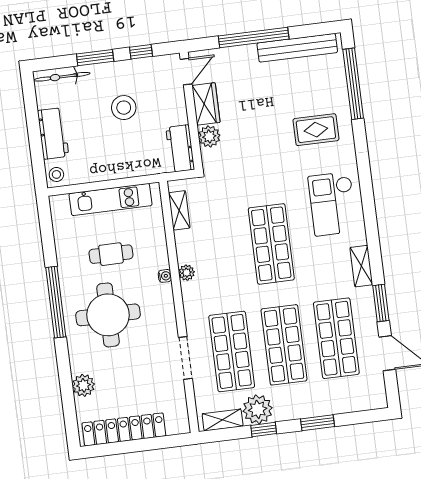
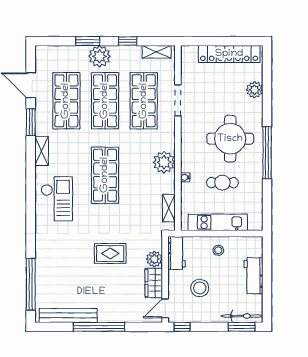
window: (95, 58) -> (242, 327), moved
door: (186, 72) -> (165, 308), moved
wardrobe: (206, 104) -> (154, 283), moved
wall: (191, 111) -> (165, 279), moved
rug: (316, 130) -> (110, 254), moved
plant: (209, 136) -> (154, 259), moved
workbench: (180, 149) -> (177, 253), moved
stool: (56, 174) -> (218, 250), moved
plant: (187, 273) -> (164, 162), width x1.88, depth x1.88
water cooler: (165, 276) -> (185, 177), moved
plant: (258, 409) -> (100, 56), moved

